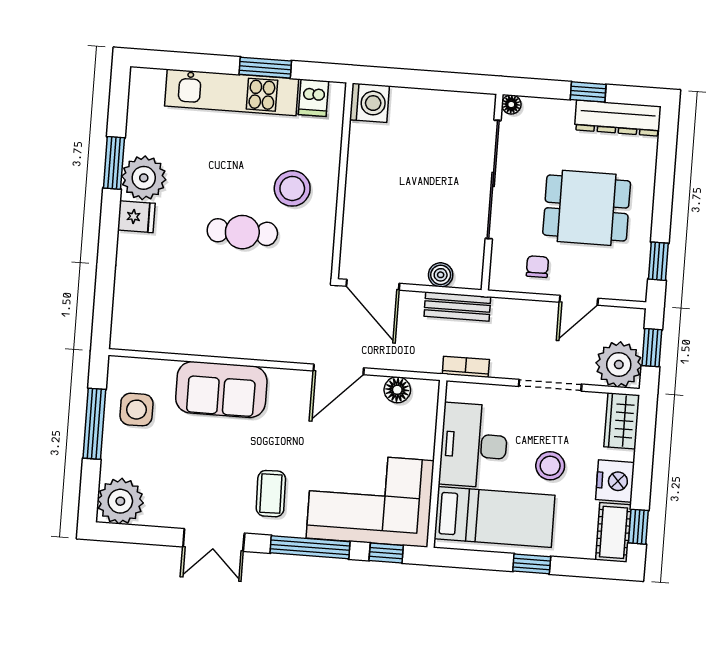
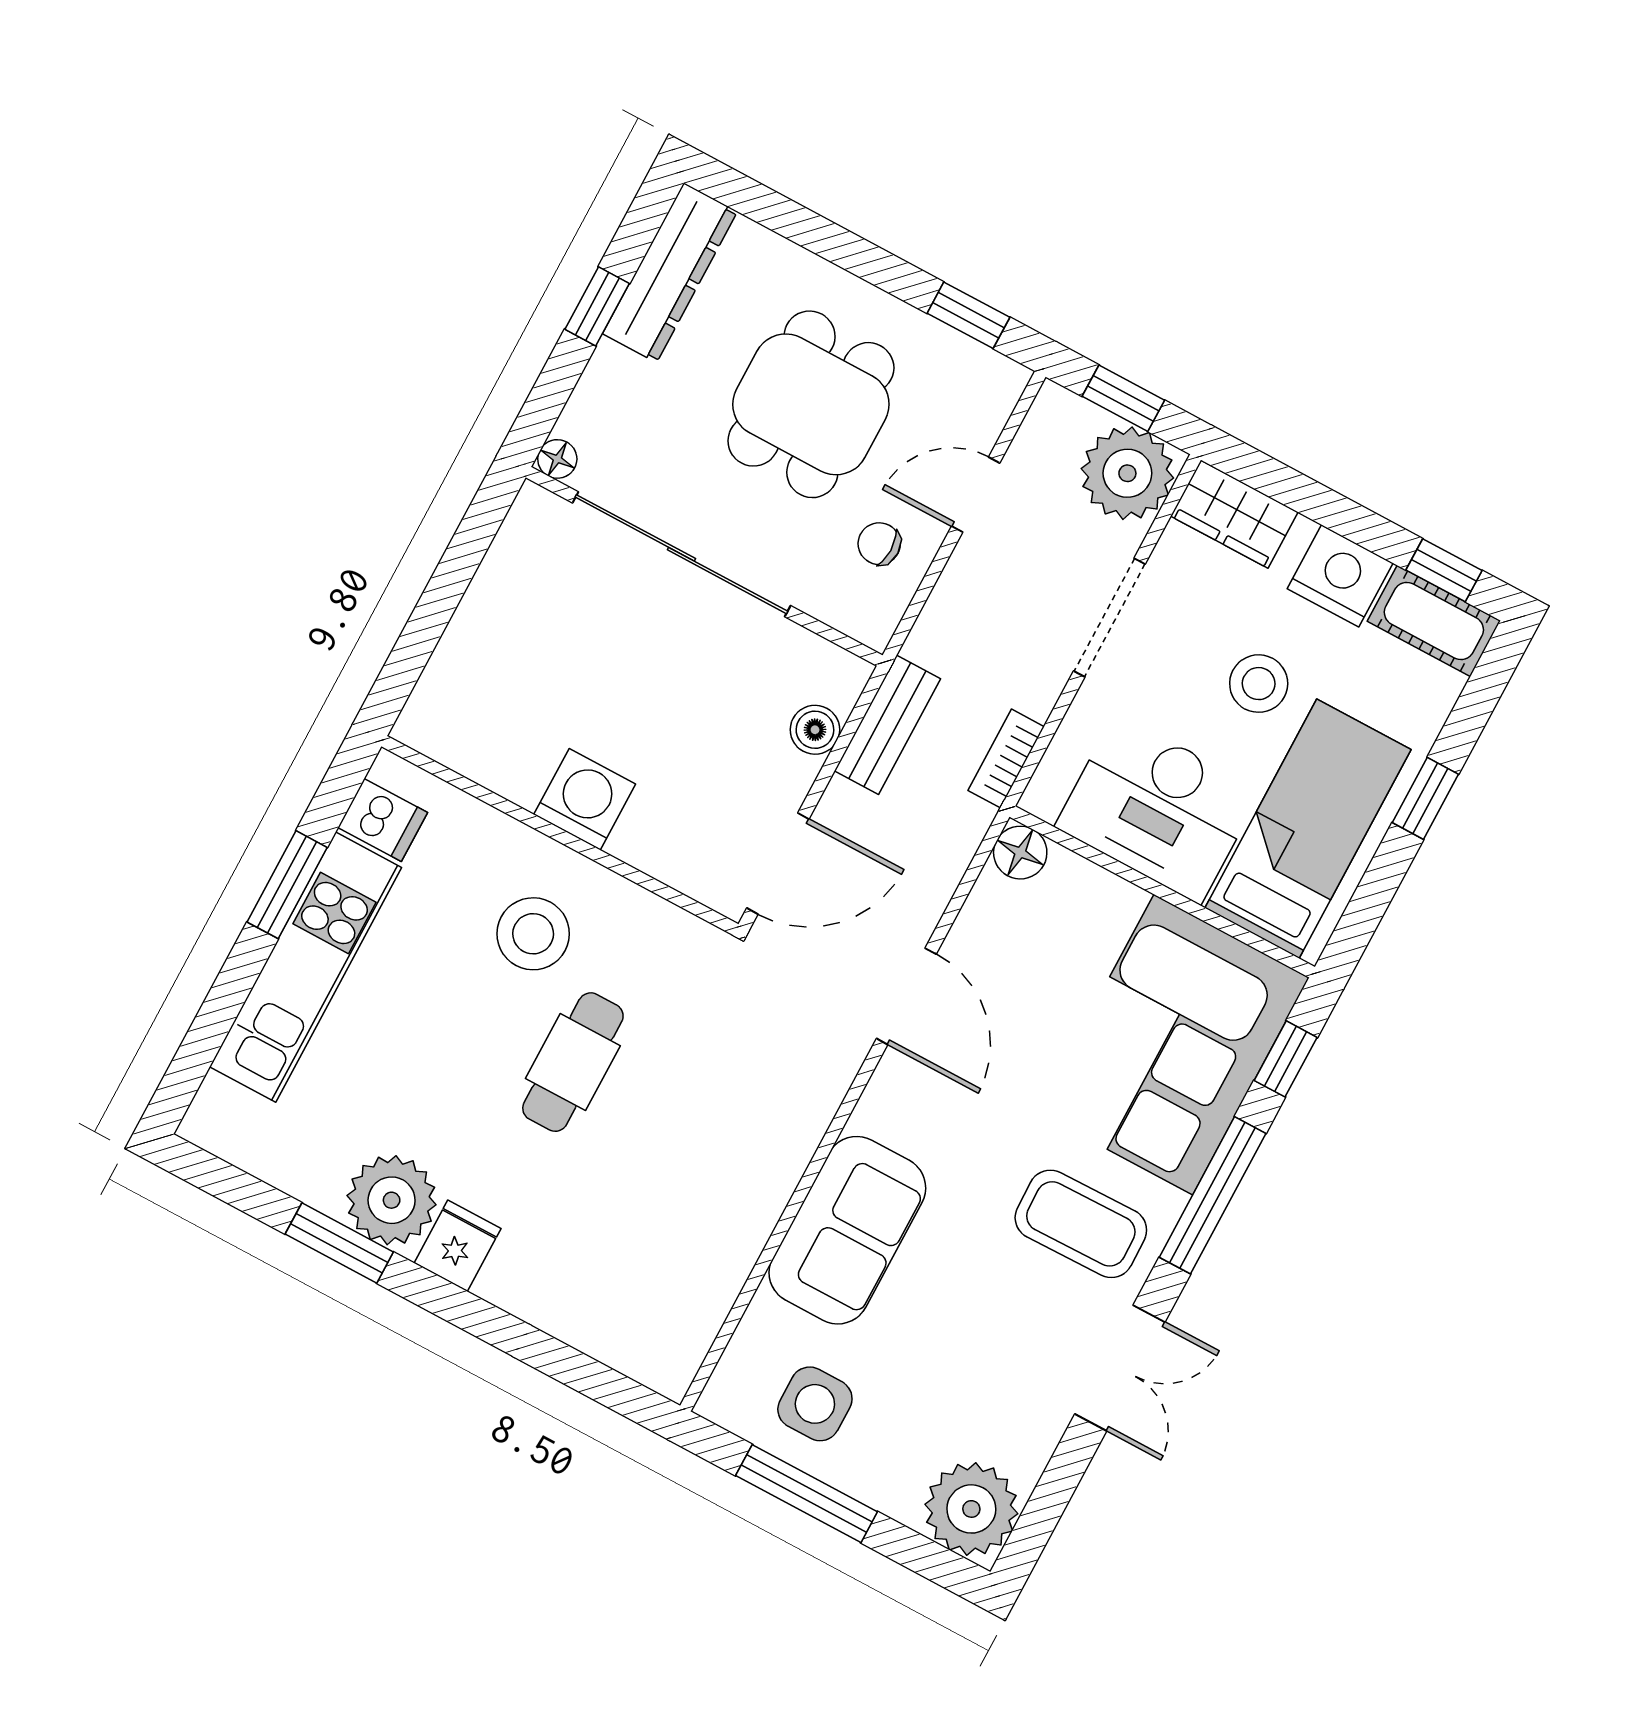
washing machine: (369, 103) -> (585, 799), moved
door: (579, 300) -> (976, 495), swing flipped
floor lamp: (397, 390) -> (1020, 853), moved
coffee table: (271, 494) -> (1081, 1224), width x1.36, depth x1.30

